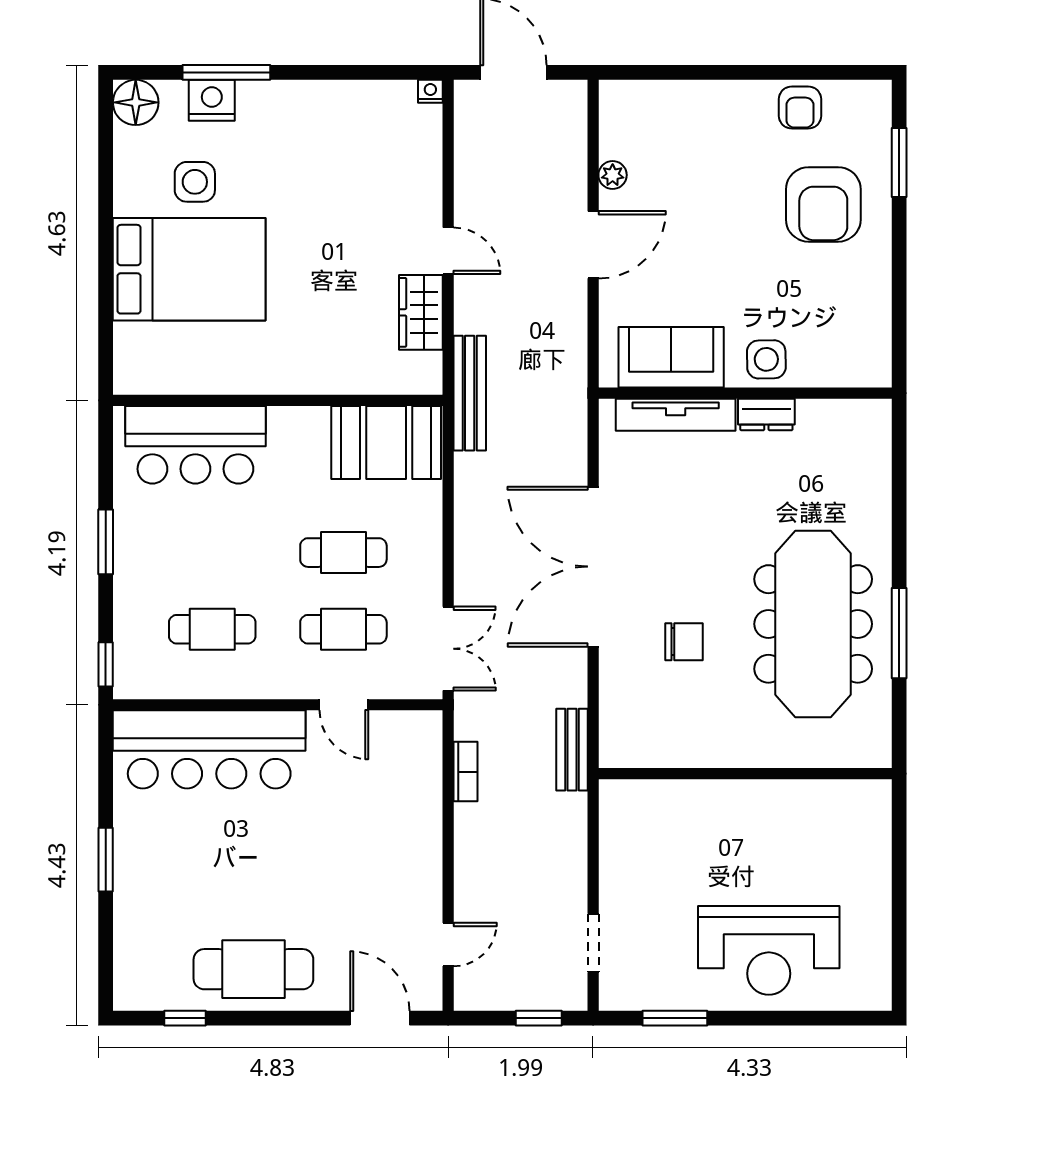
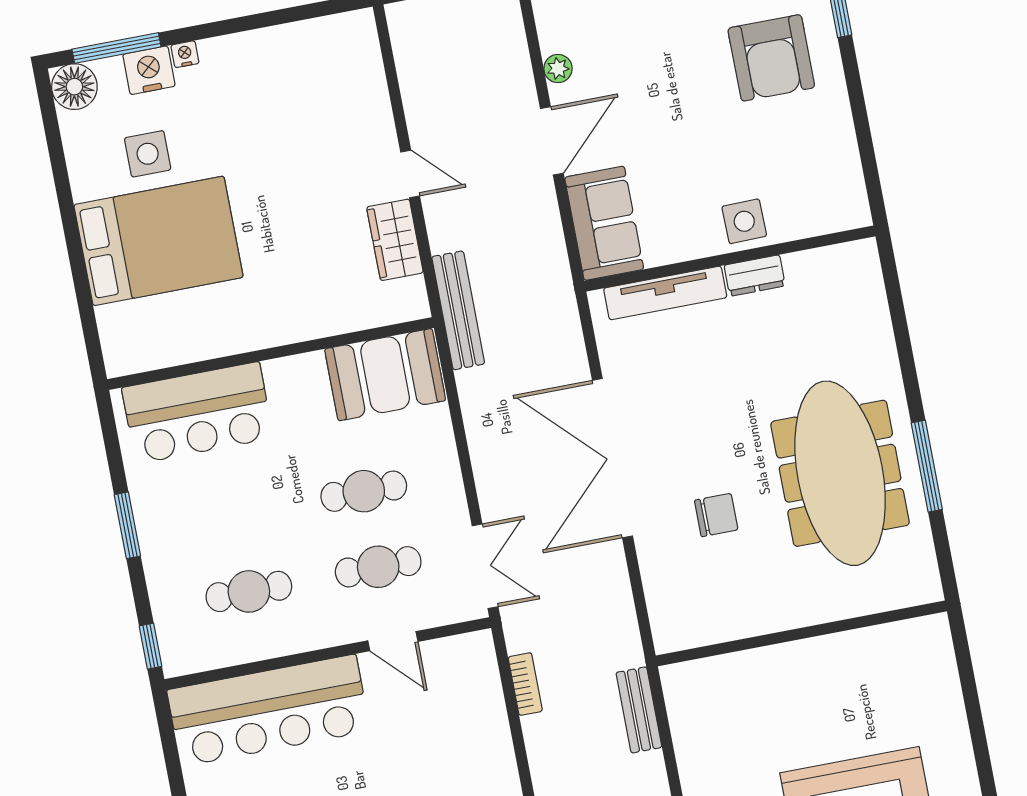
window: (226, 72) -> (116, 48), moved
nightstand: (430, 91) -> (185, 54), moved
sofa: (671, 357) -> (604, 223), moved, turned 90
bench: (572, 750) -> (639, 710), moved

